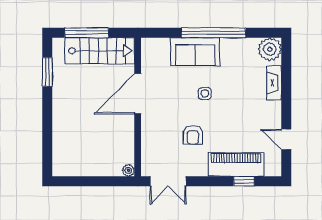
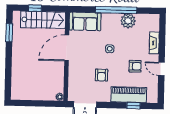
window: (87, 33) -> (35, 8), width x0.46
plant: (270, 49) -> (128, 21), moved
sofa: (195, 52) -> (85, 21), moved
armchair: (245, 120) -> (135, 66), added
door: (286, 139) -> (161, 69), moved

